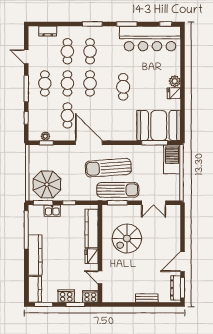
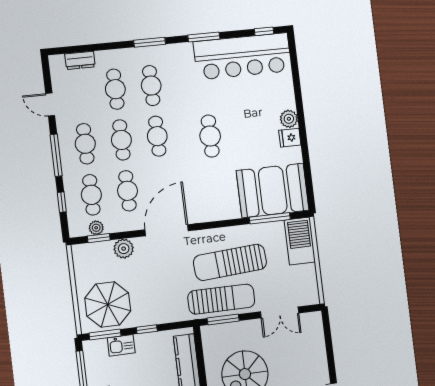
cafe table: (45, 115) -> (91, 195), added
door: (89, 143) -> (167, 230), hinge flipped
plant: (61, 151) -> (124, 249), added
sun lounger: (108, 168) -> (230, 262), moved

